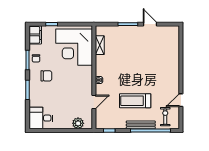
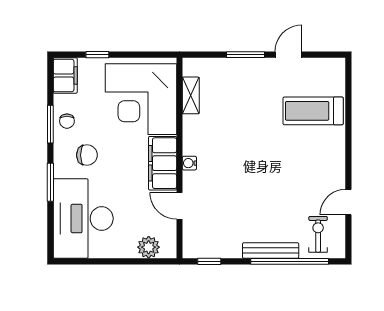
door: (150, 24) -> (289, 55), hinge flipped
filing cabinet: (85, 80) -> (163, 163), added
treadmill: (135, 101) -> (313, 111), moved
door: (94, 102) -> (180, 206), swing flipped
desk: (41, 118) -> (83, 218), width x1.87, depth x1.30

